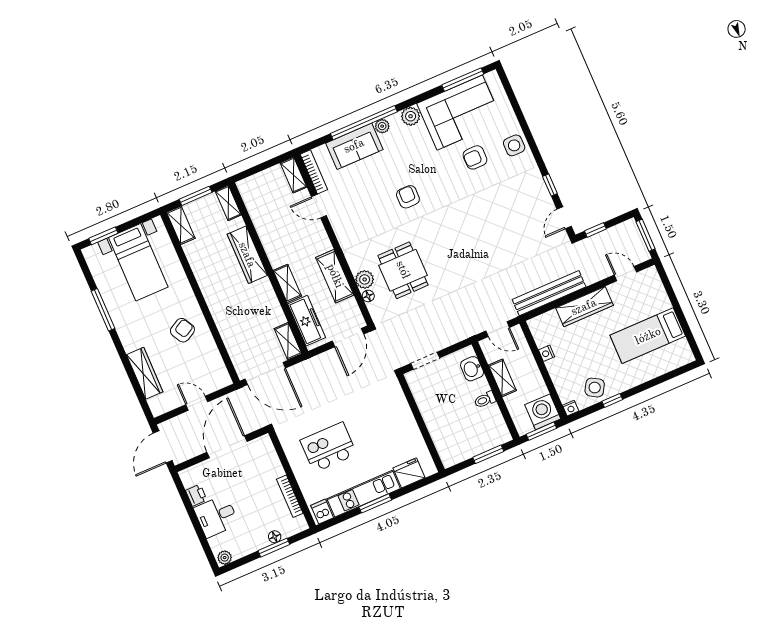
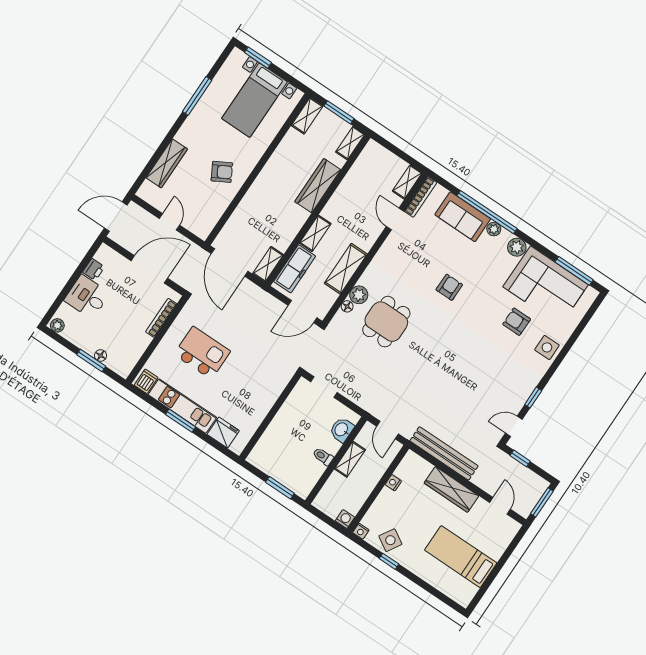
washing machine: (543, 412) -> (345, 519), width x0.53, depth x0.53
window: (541, 431) -> (327, 519), removed
bookcase: (290, 496) -> (161, 318), moved

